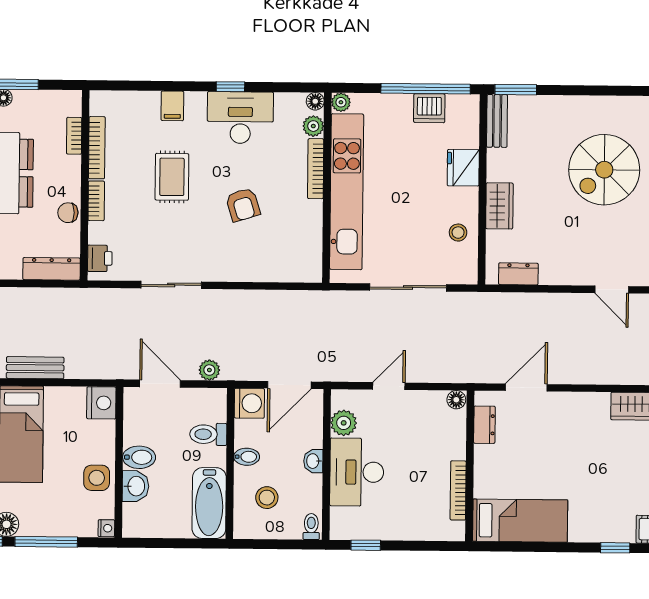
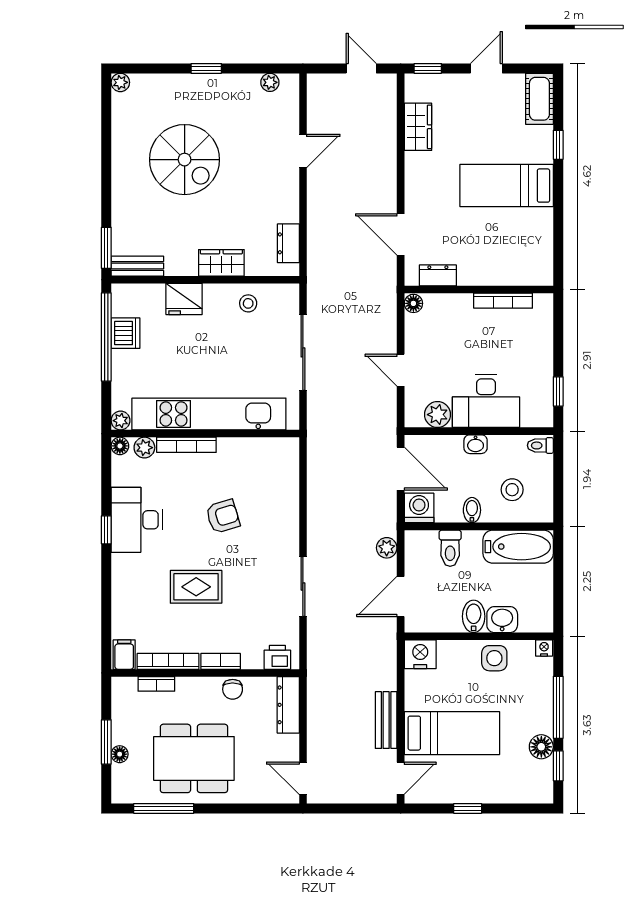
filing cabinet: (172, 106) -> (124, 655), moved, turned -90
bed: (520, 521) -> (507, 186), moved, turned -90

